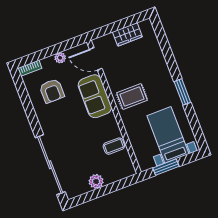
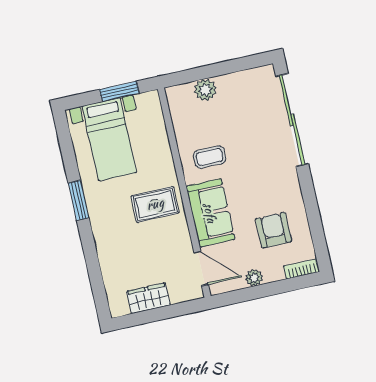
coffee table: (114, 146) -> (210, 157), moved
plant: (96, 181) -> (205, 90), moved

